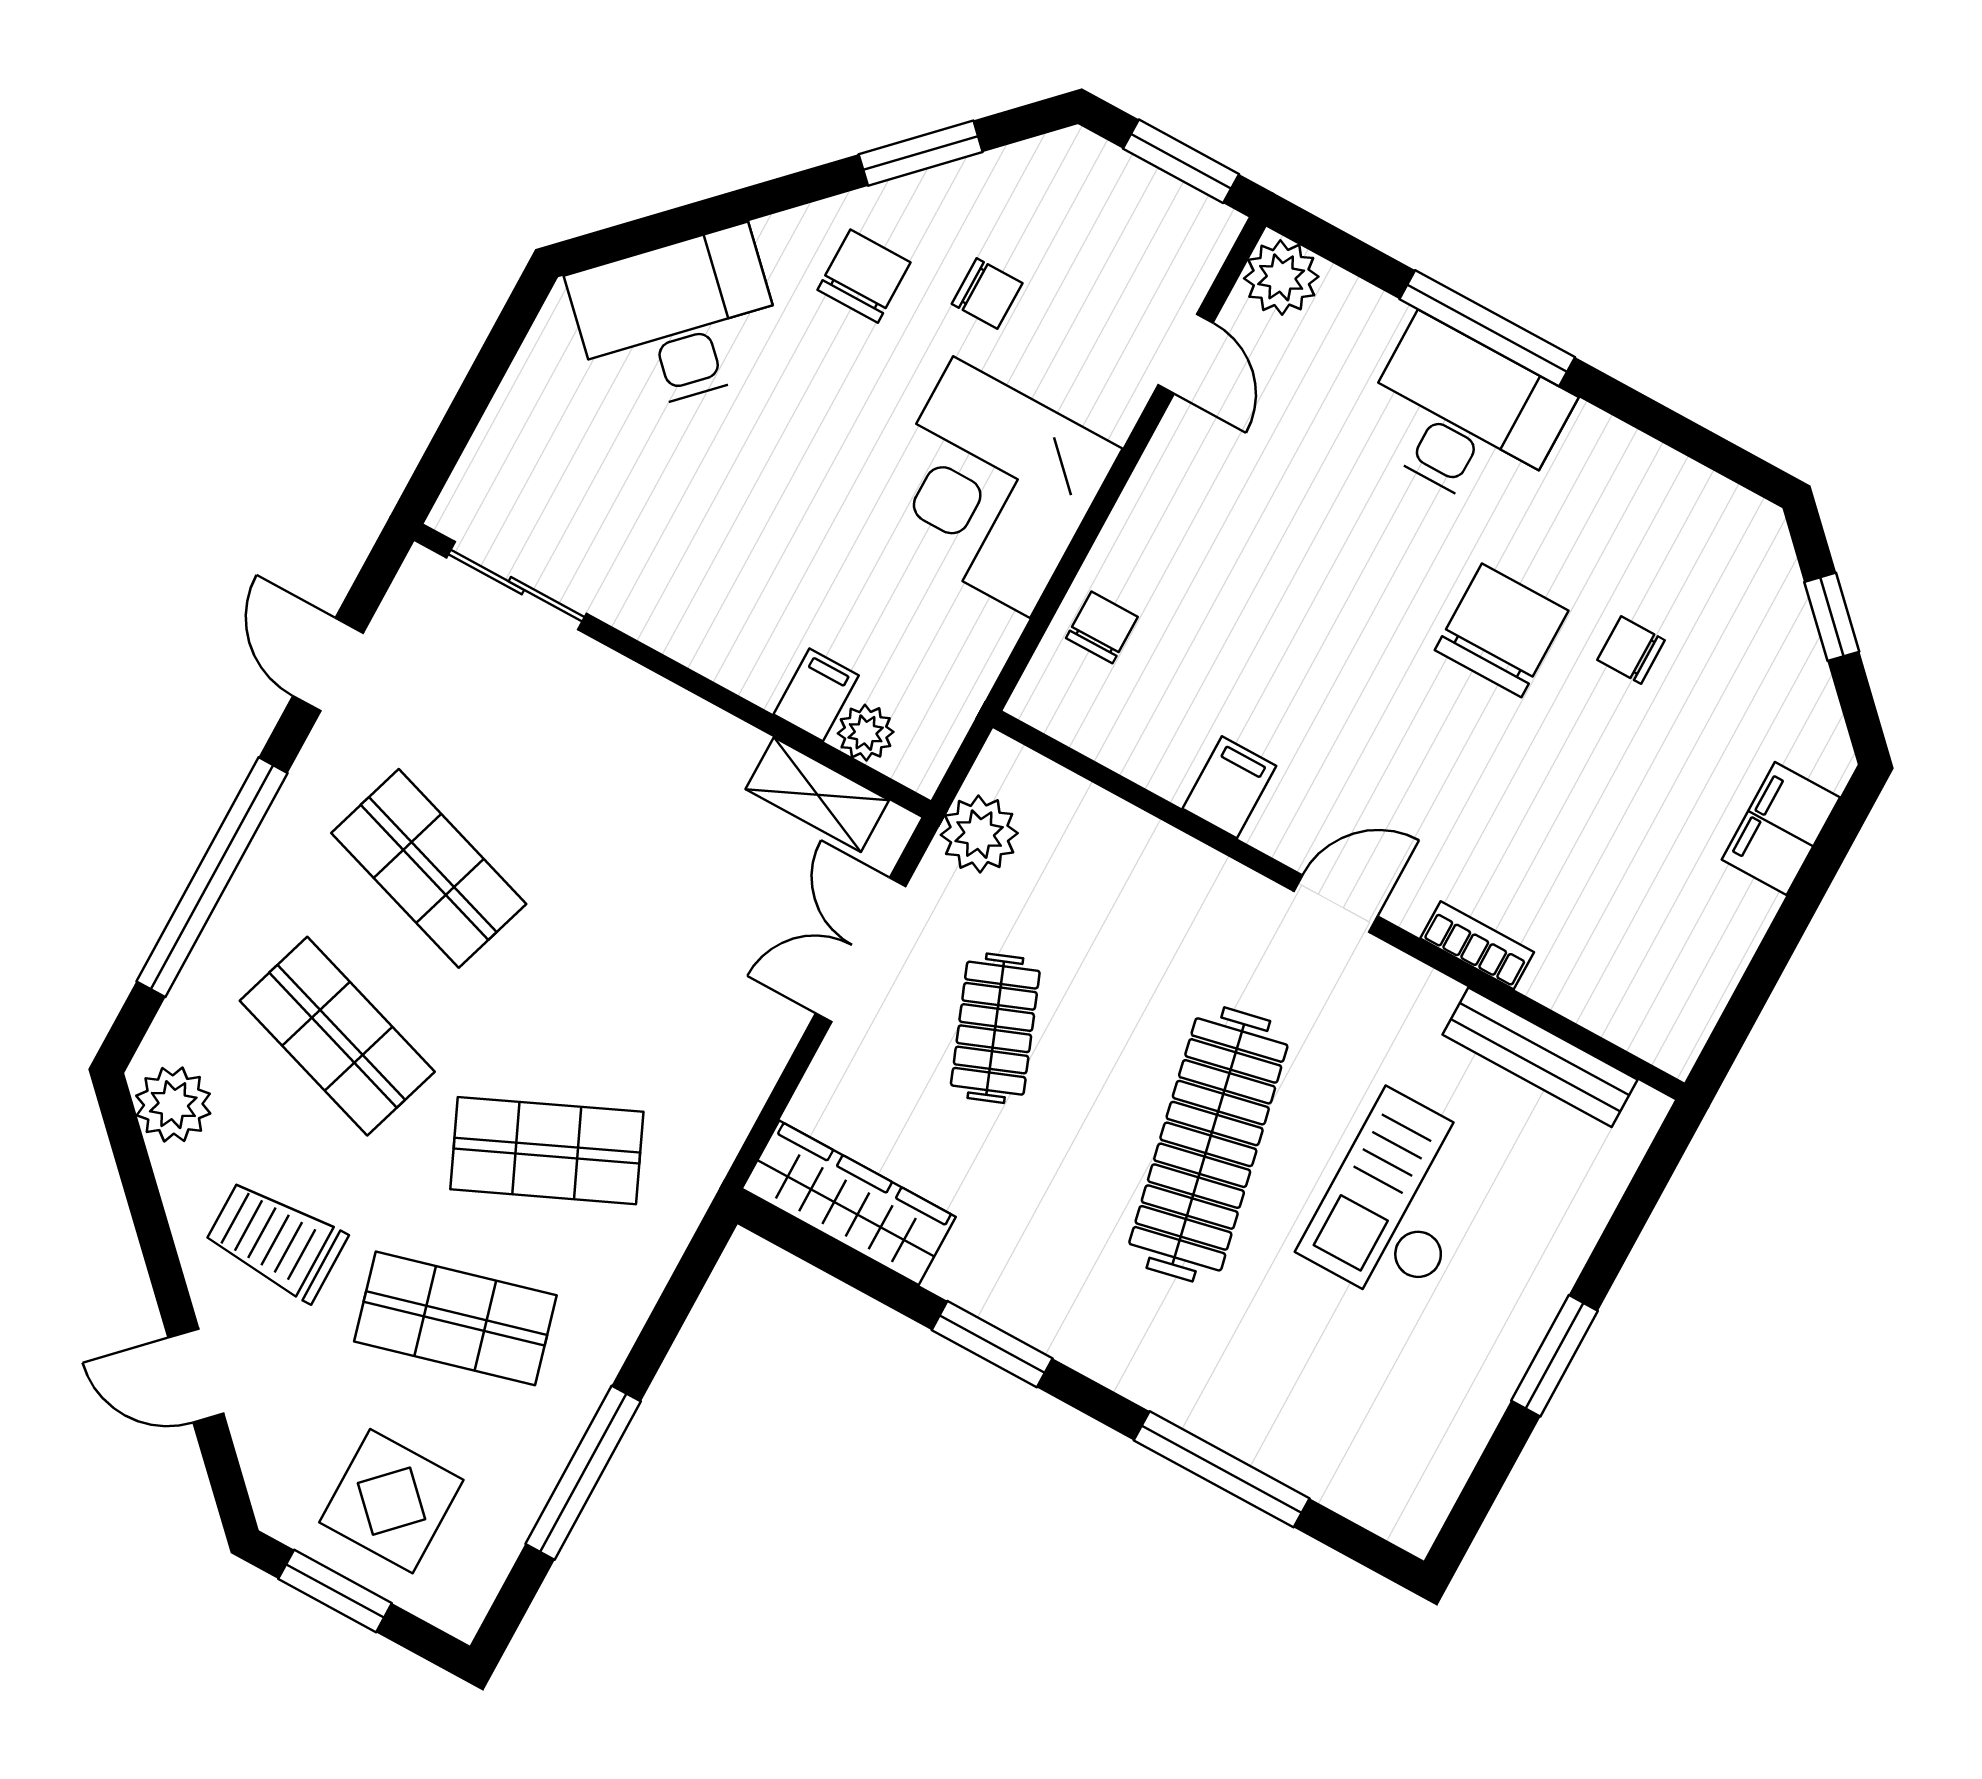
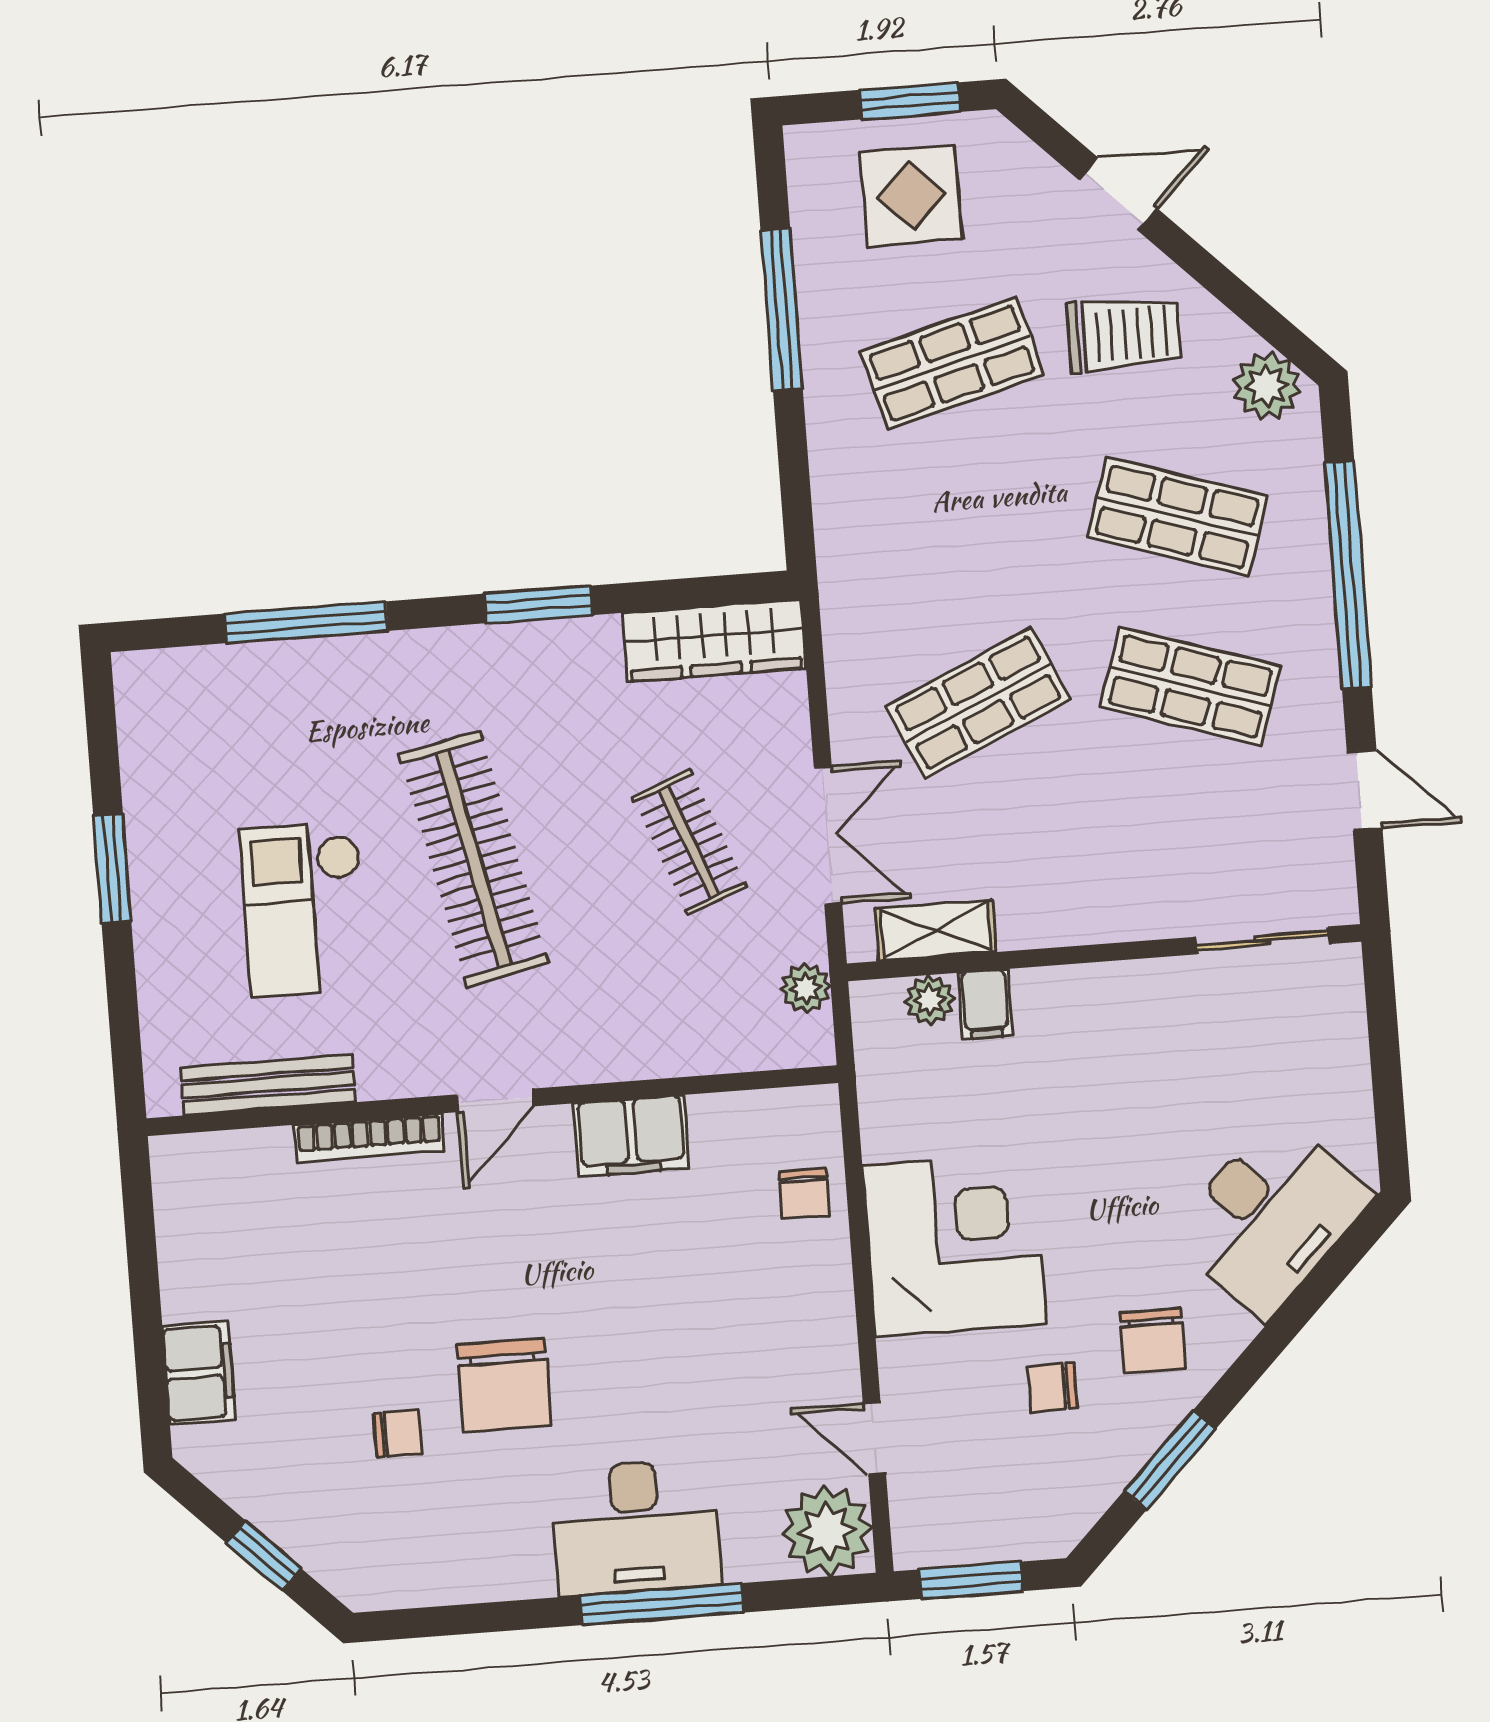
plant: (1281, 277) -> (827, 1531), width x1.36, depth x1.36
filing cabinet: (1229, 787) -> (631, 1136), width x2.00
plant: (979, 834) -> (806, 988), width x0.73, depth x0.73
bookcase: (1477, 945) -> (369, 1138), width x1.56
shop shelf: (547, 1151) -> (978, 703), moved
checkout: (1399, 1201) -> (304, 909), turned 180

